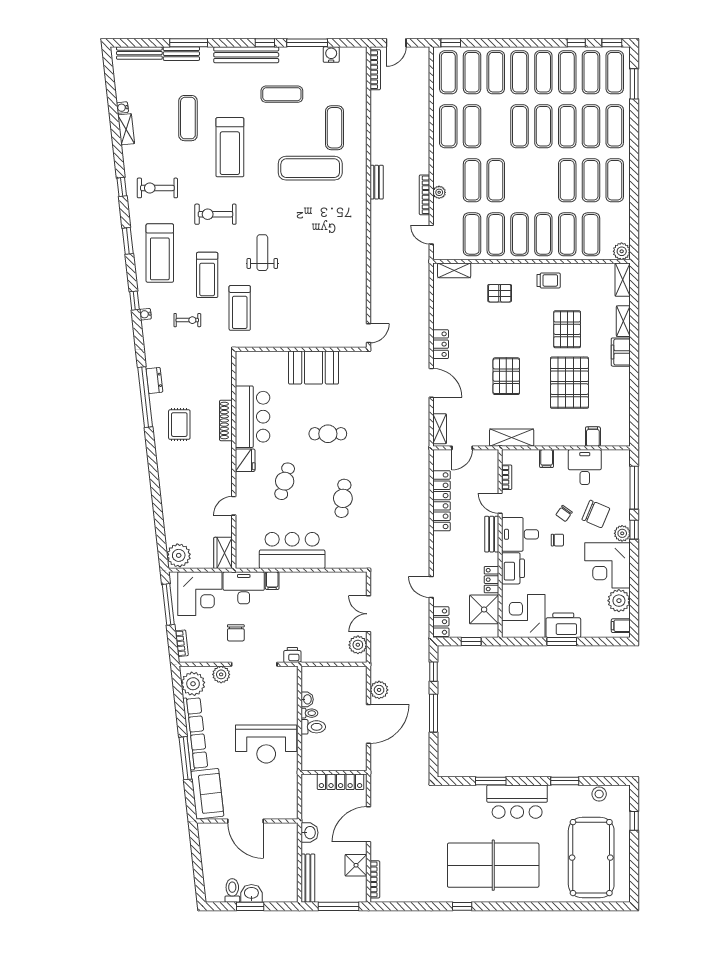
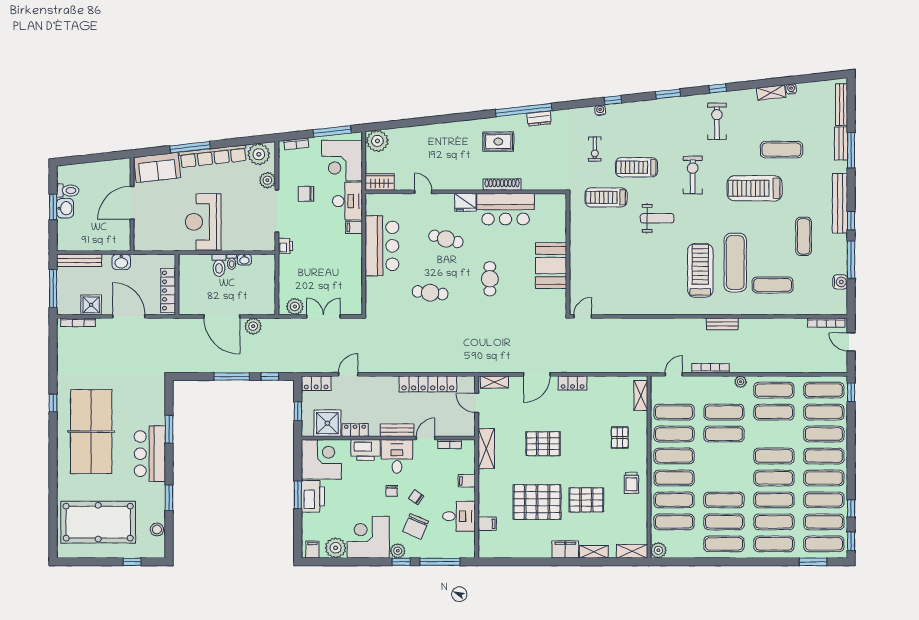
plant: (439, 192) -> (741, 382), moved
treadmill: (160, 253) -> (700, 270), moved, turned 90
door: (368, 333) -> (583, 316), swing flipped

